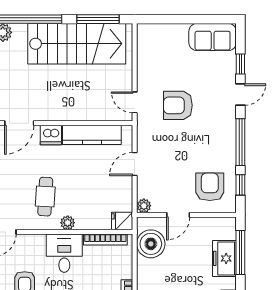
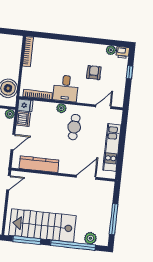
door: (135, 102) -> (8, 183), hinge flipped
dishwasher: (51, 135) -> (23, 119), moved, turned 90

